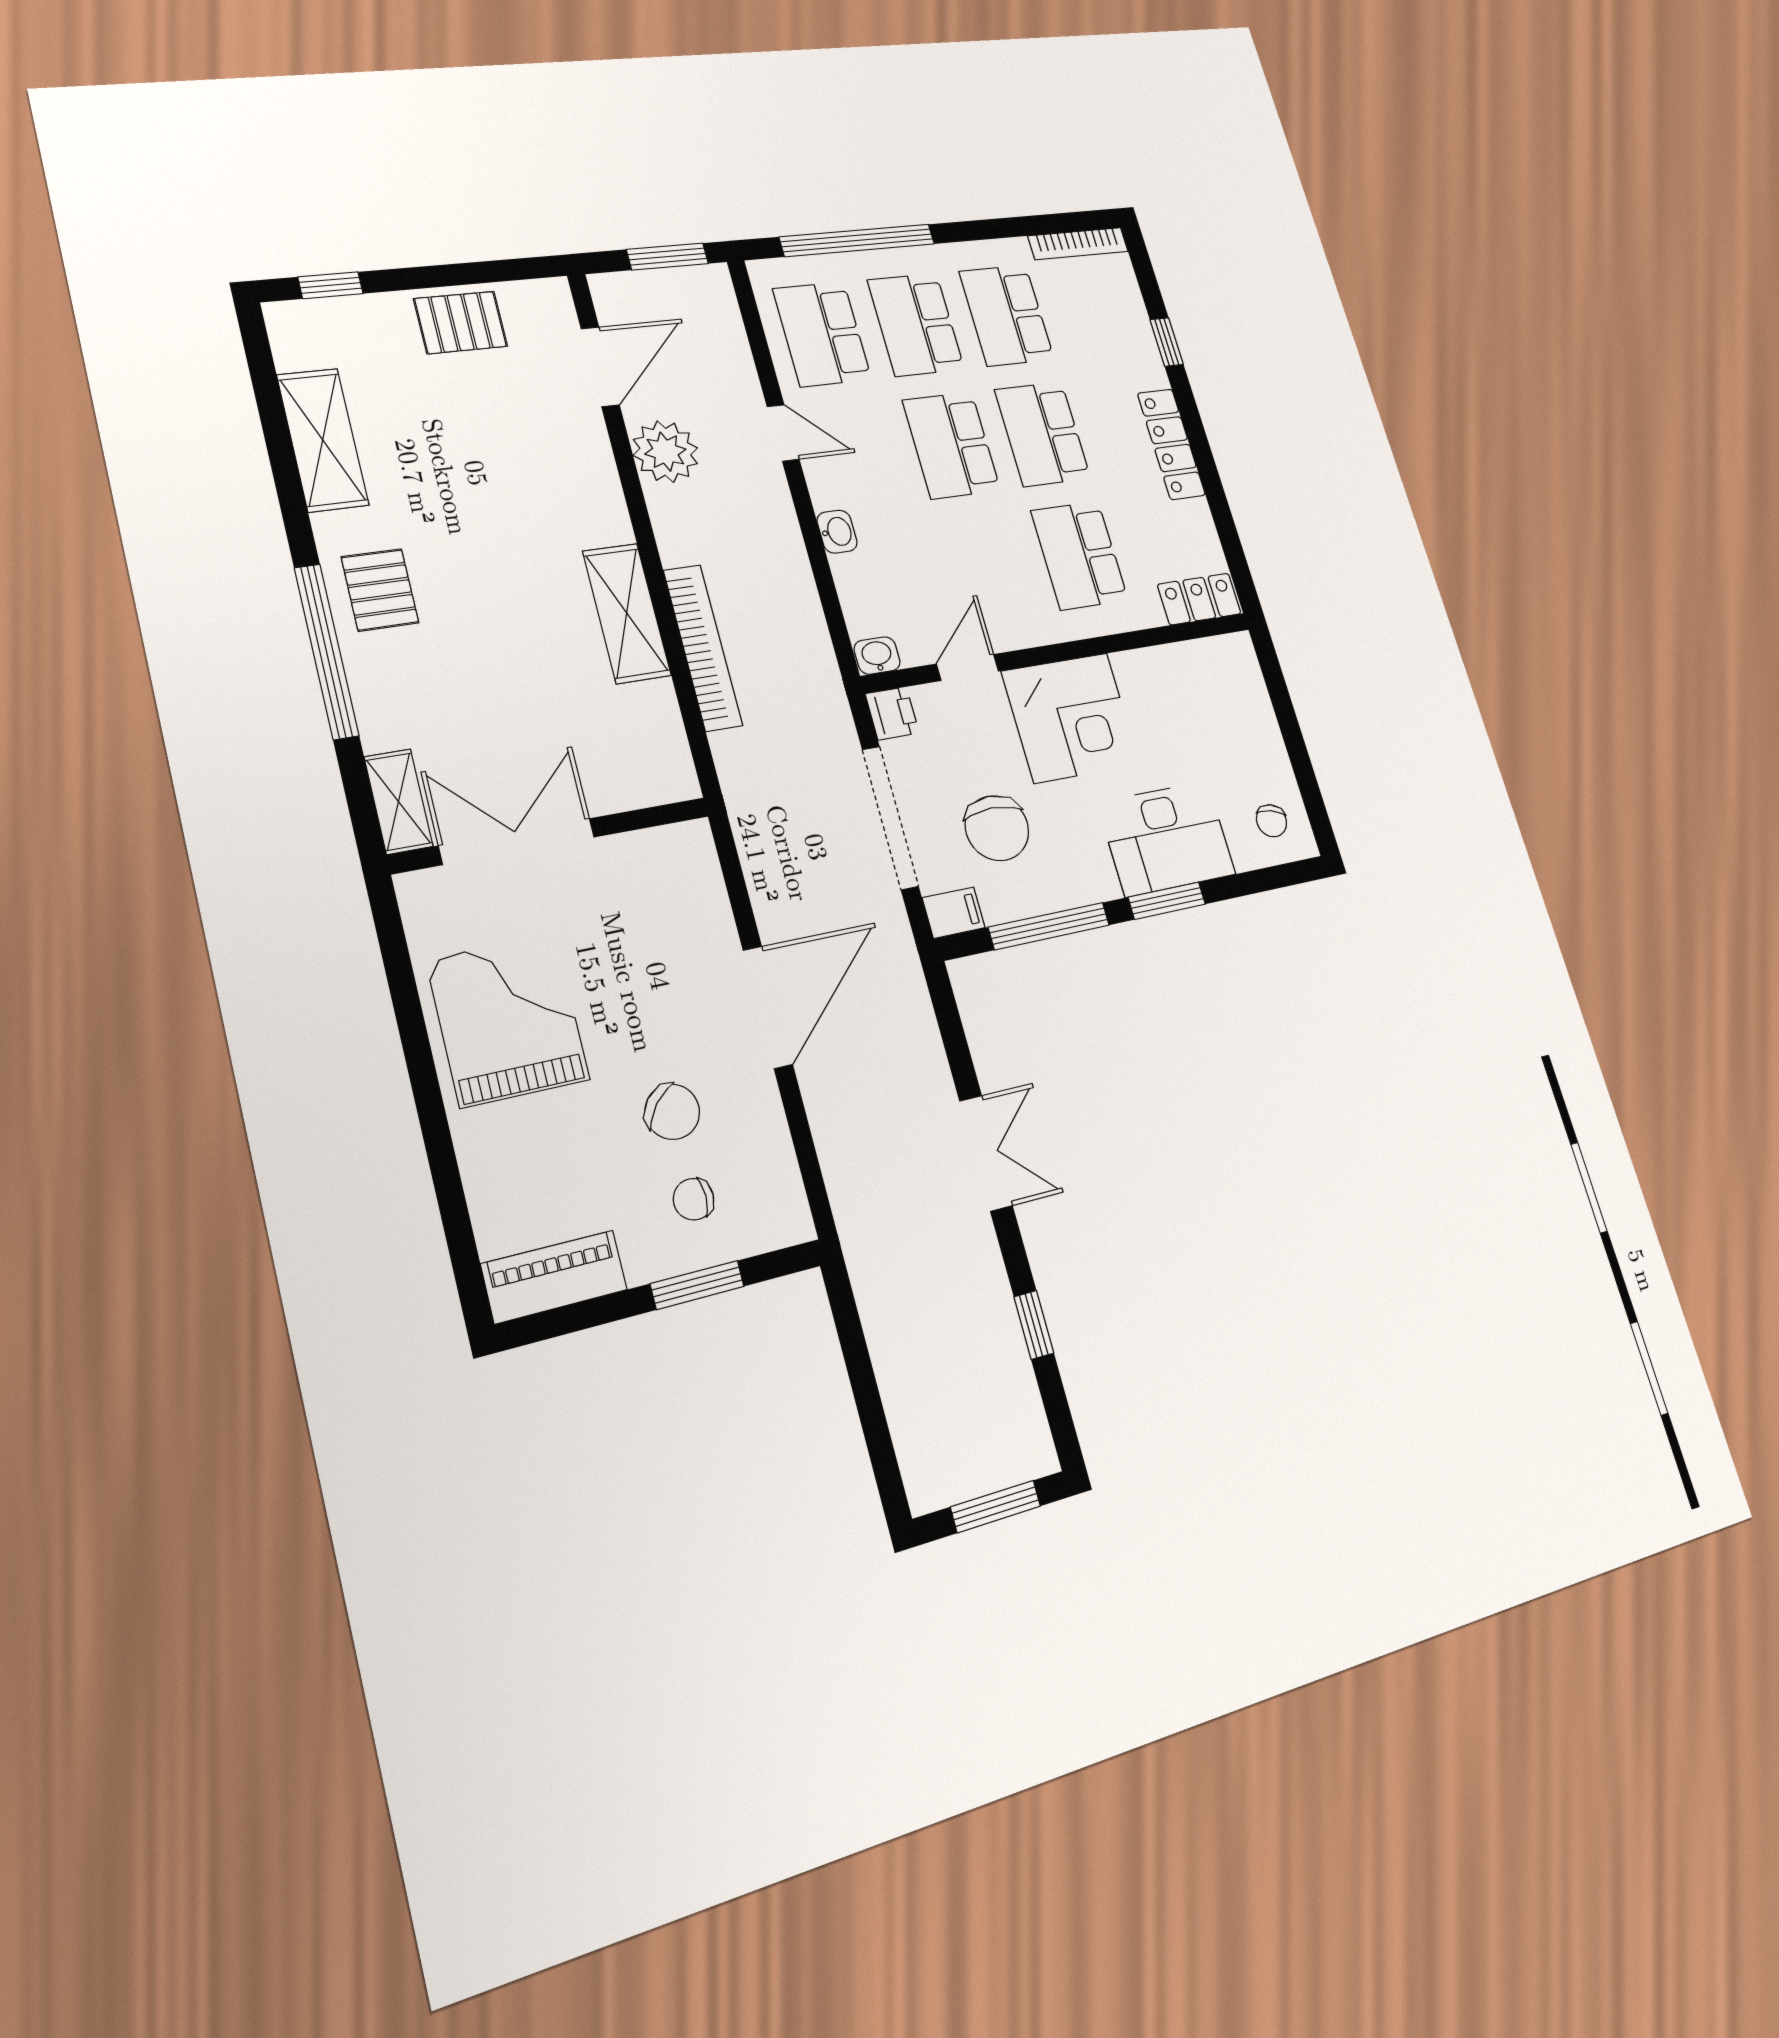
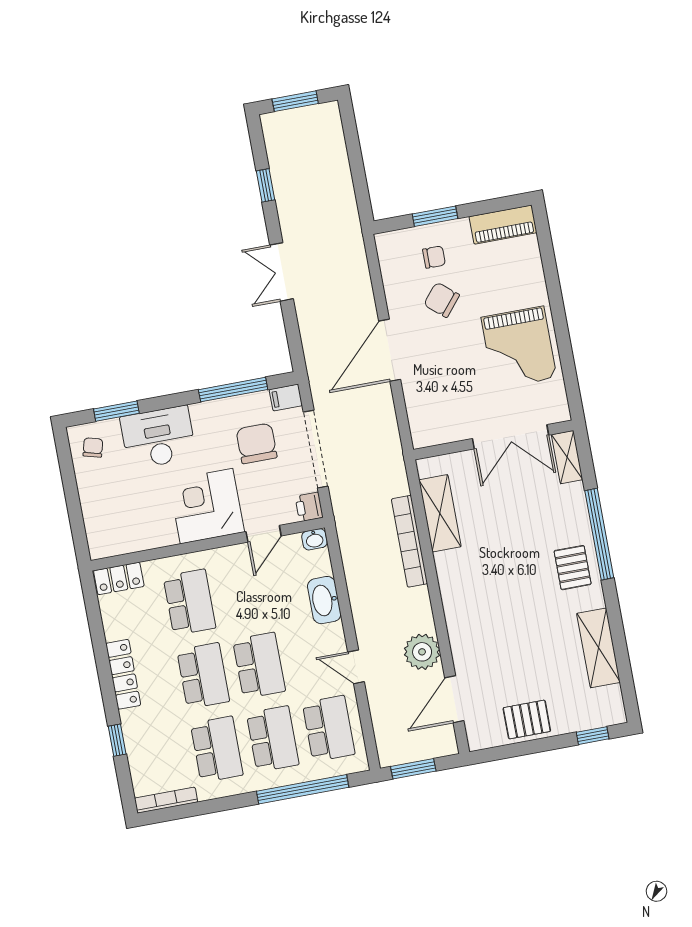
washbasin: (837, 532) -> (324, 600), width x1.91, depth x1.45
shelving: (627, 613) -> (440, 513), moved
window: (1167, 901) -> (116, 411), moved

